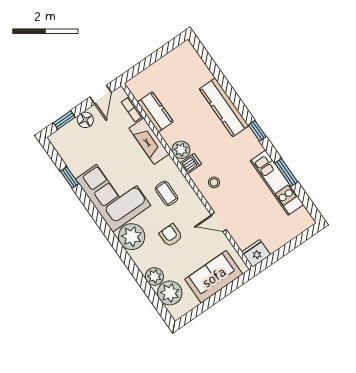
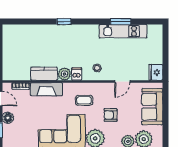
kitchen counter: (224, 107) -> (57, 31), removed
kitchen counter: (155, 112) -> (44, 74), moved
window: (257, 131) -> (64, 22), moved

